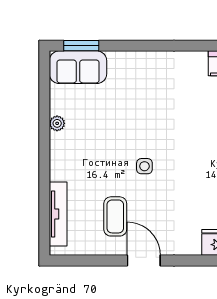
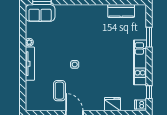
tv unit: (58, 214) -> (30, 64), moved

